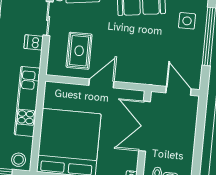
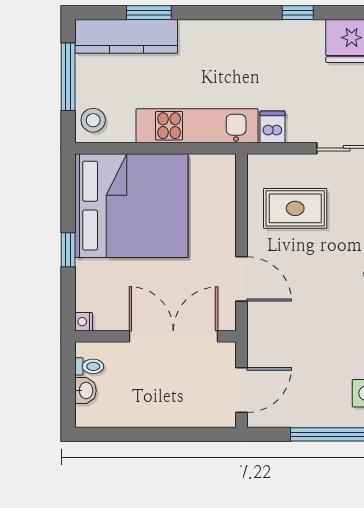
dishwasher: (34, 42) -> (273, 127), moved
door: (101, 83) -> (241, 279), moved

